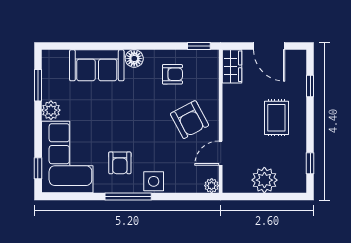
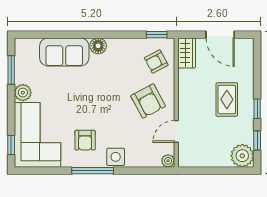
armchair: (172, 74) -> (156, 62), moved, turned 152
window: (310, 86) -> (257, 109), moved
plant: (264, 180) -> (242, 156), moved

